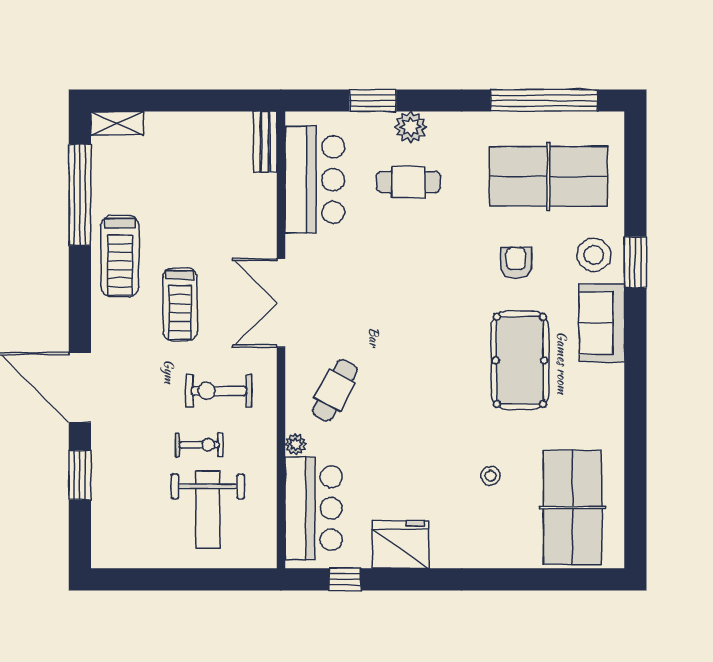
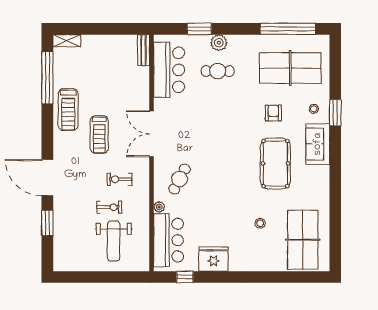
stool: (594, 255) -> (314, 109), width x0.53, depth x0.53
exercise bike: (219, 391) -> (119, 179), width x0.73, depth x0.72

